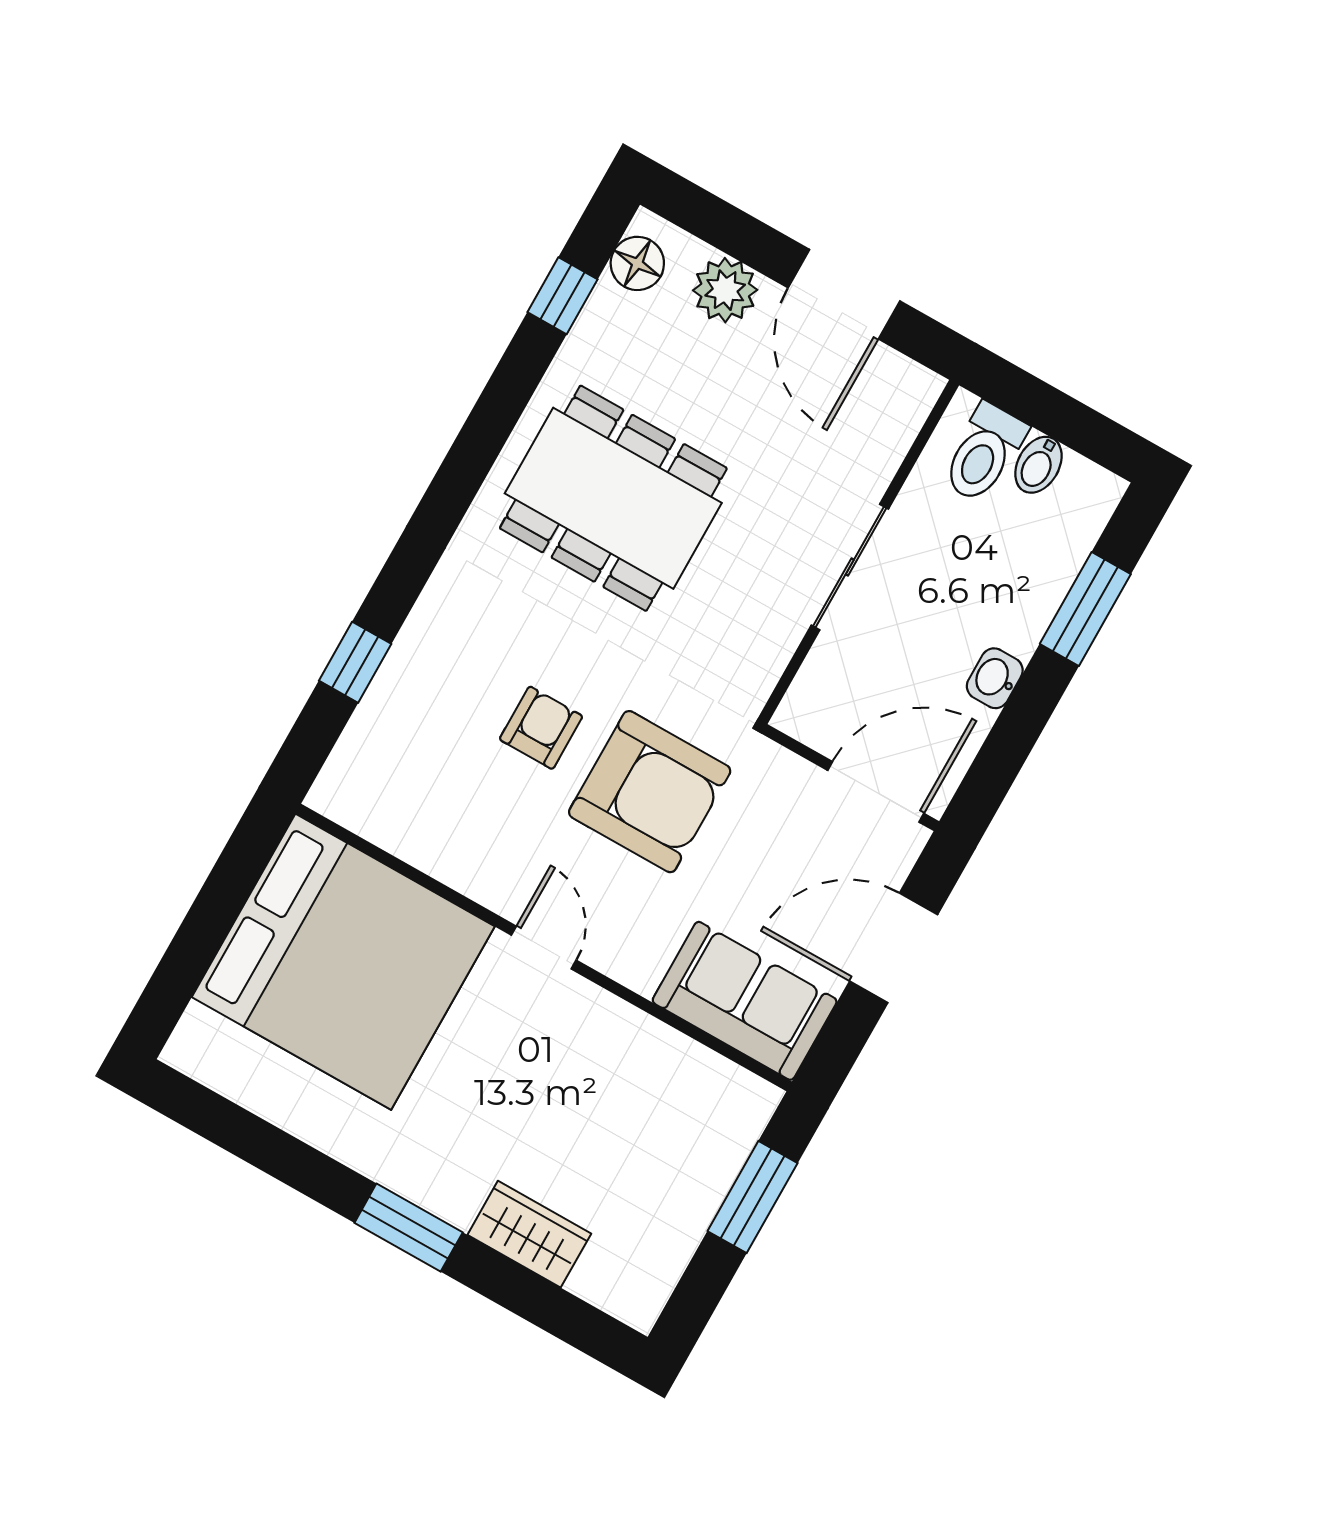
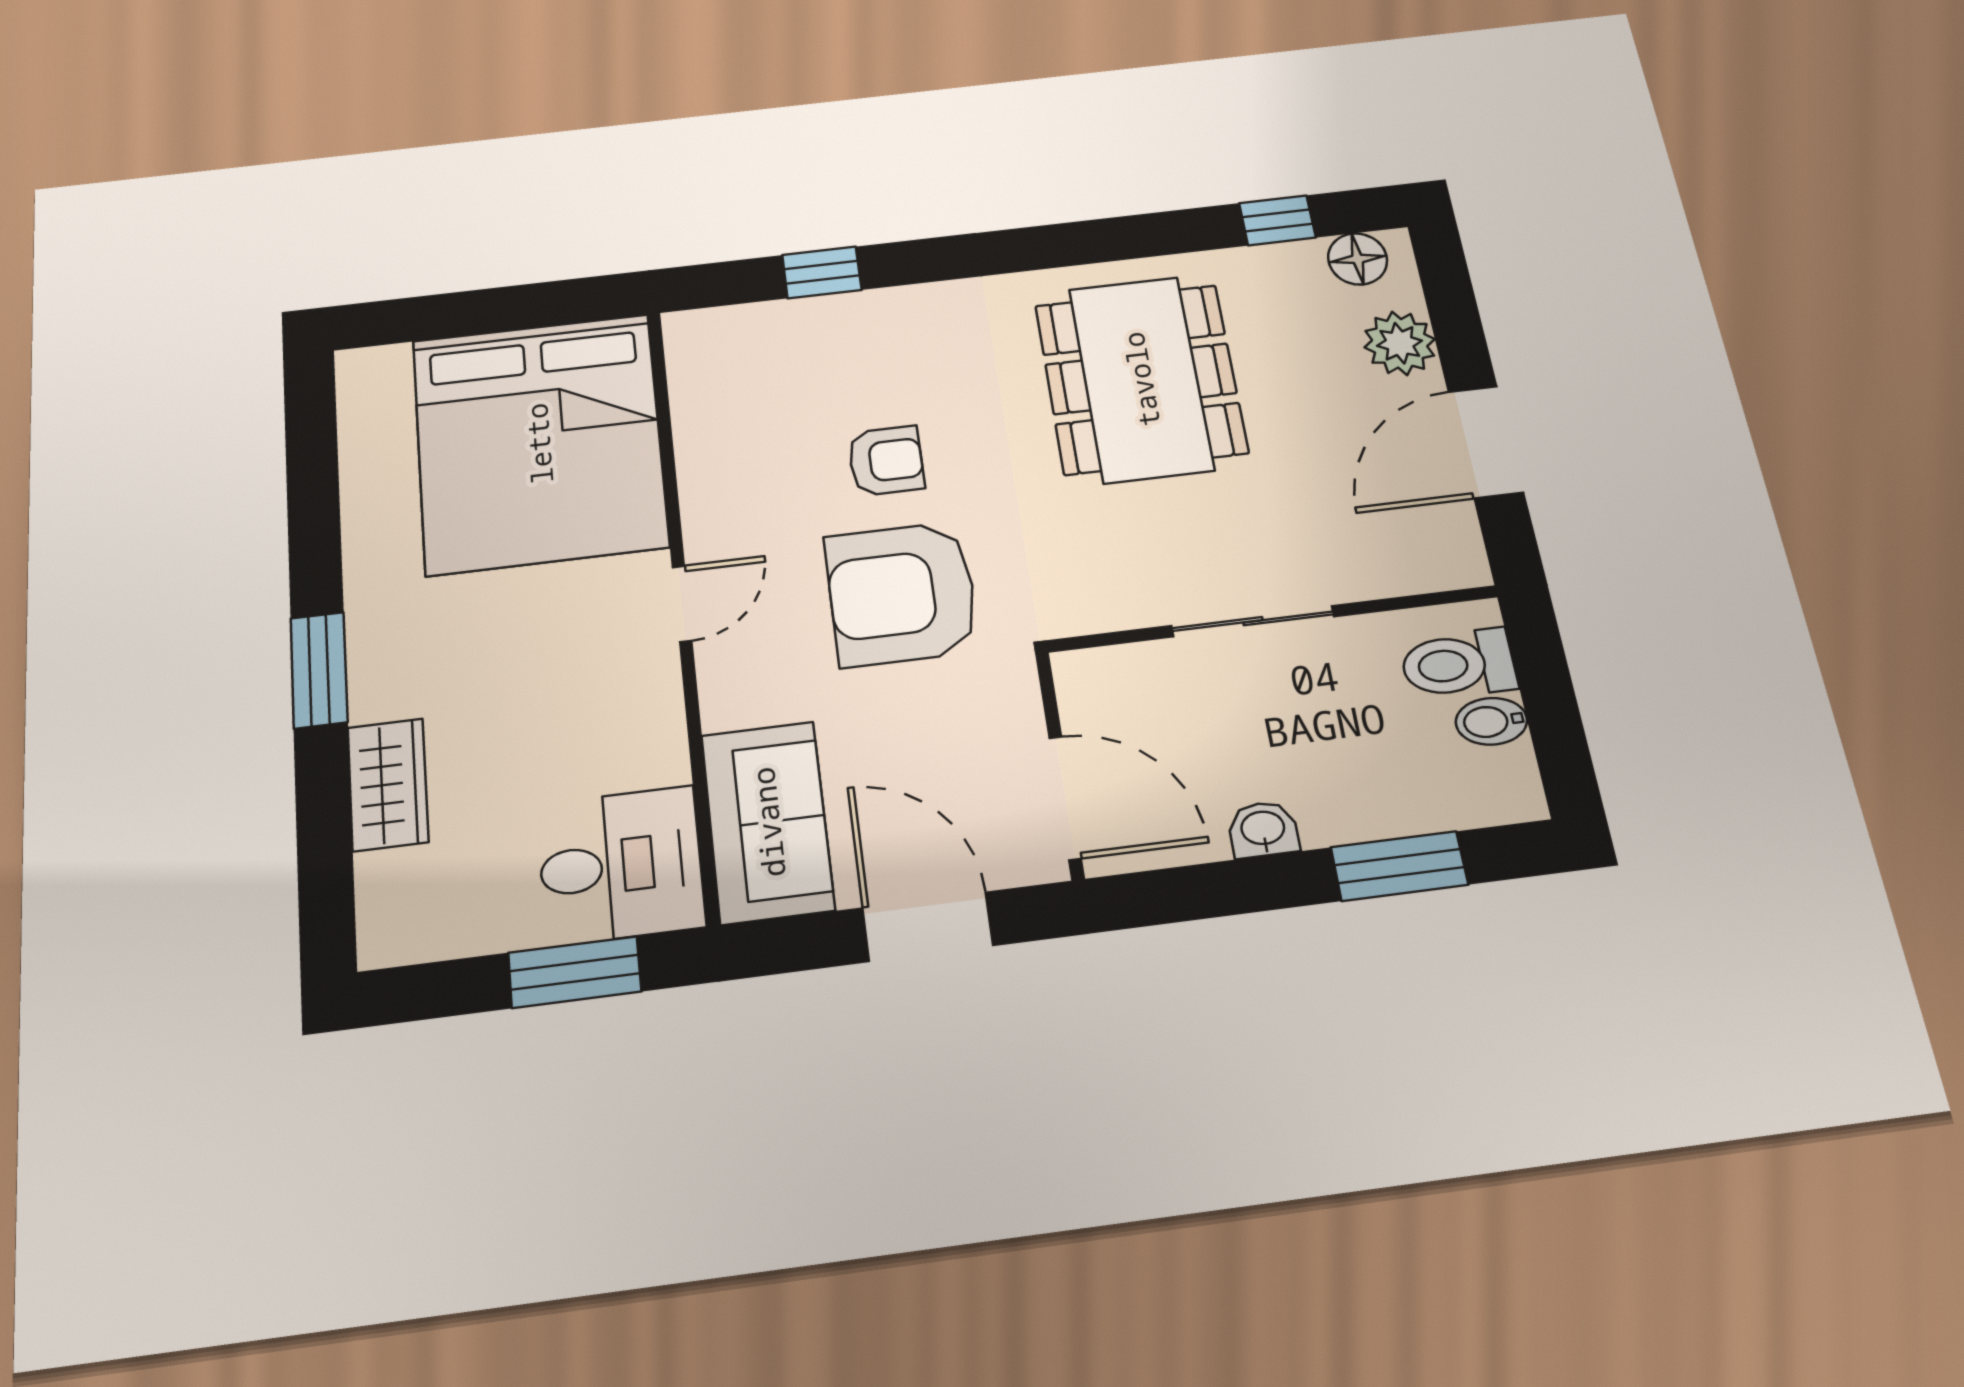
armchair: (650, 792) -> (902, 594), turned 90
desk: (702, 1118) -> (621, 865), added

